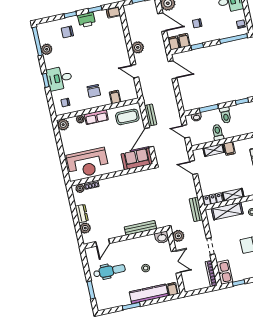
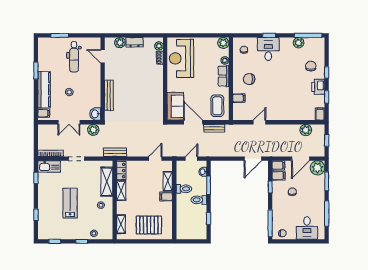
plant: (138, 47) -> (306, 130), moved

